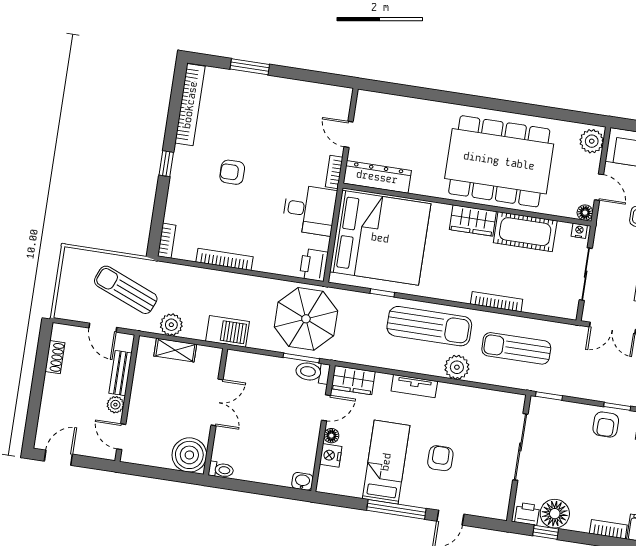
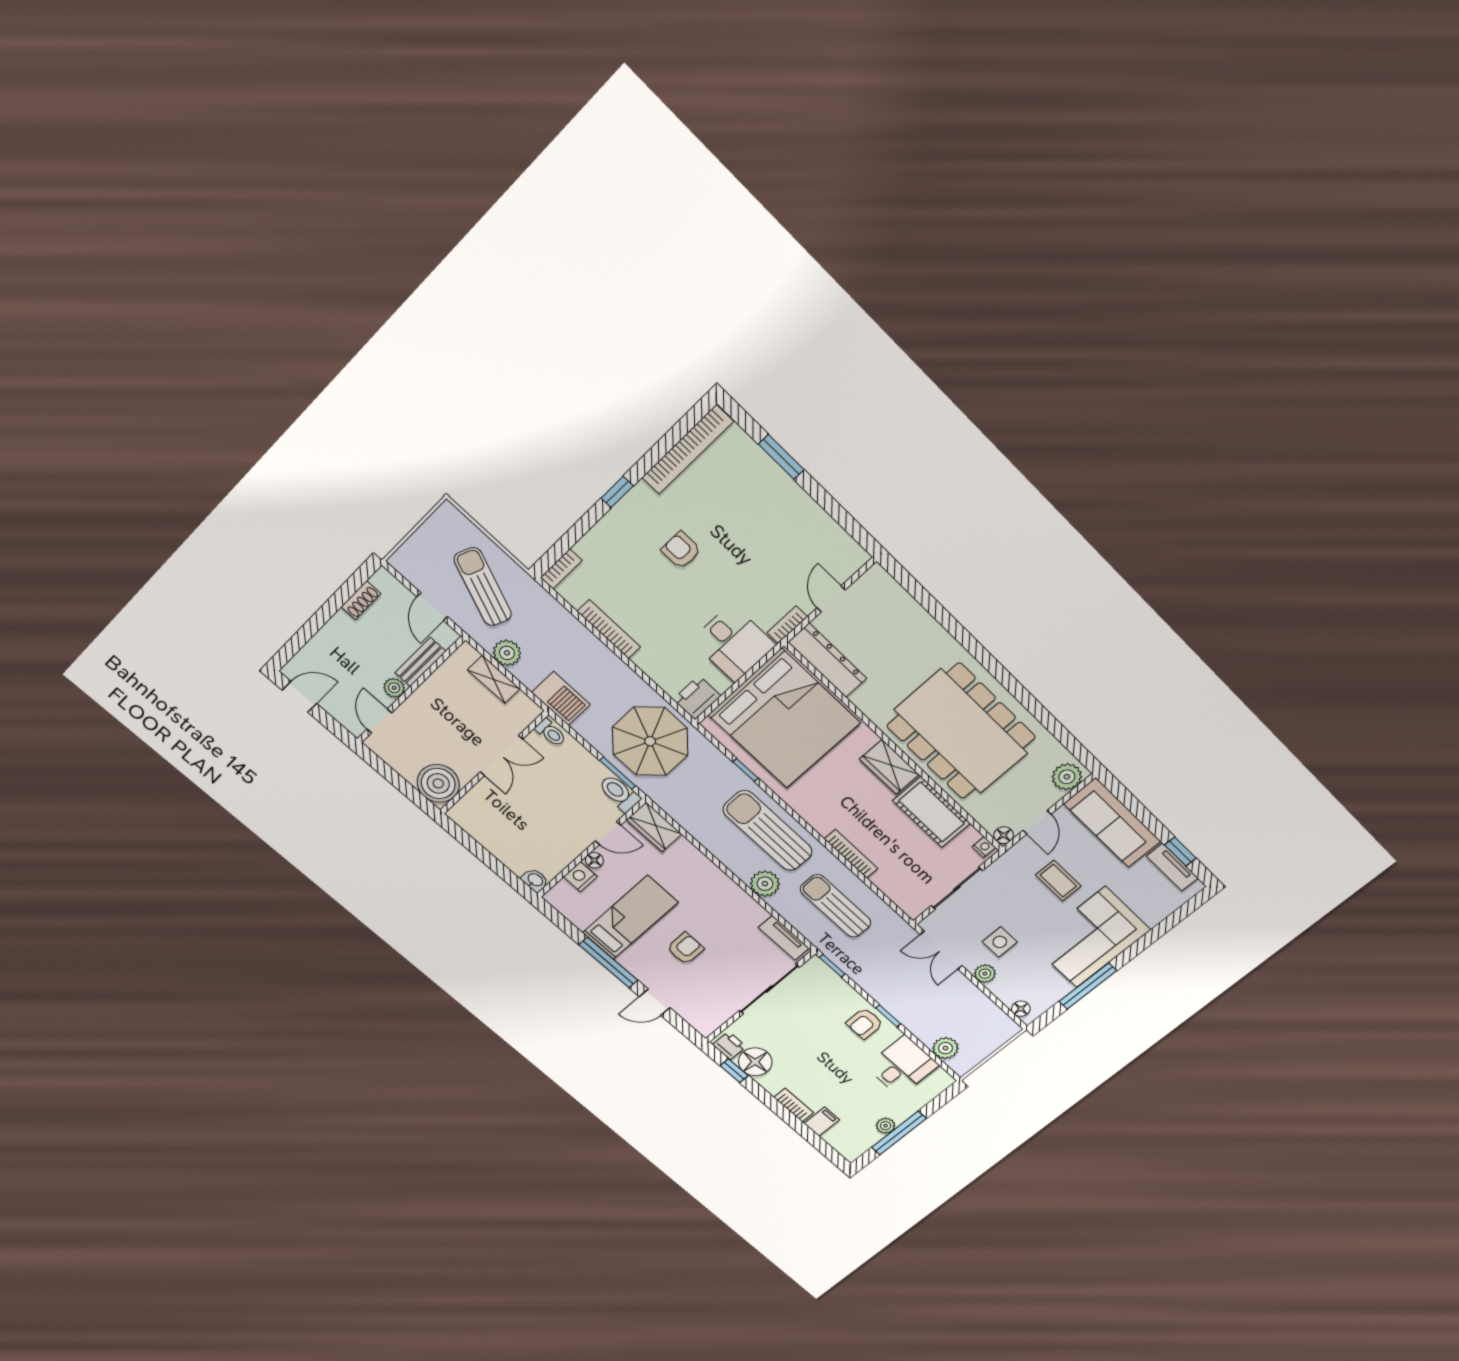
sun lounger: (429, 326) -> (768, 831), turned 180
tv unit: (414, 386) -> (784, 938), moved
toilet: (221, 470) -> (551, 733), moved

